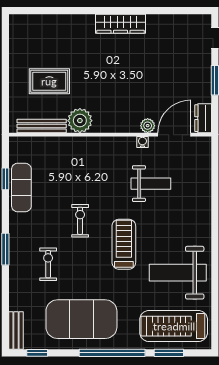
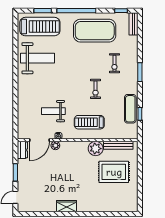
wardrobe: (120, 24) -> (67, 206), width x0.67
rug: (49, 81) -> (114, 172), width x1.36, depth x1.43
treadmill: (124, 244) -> (89, 122), moved, turned 90

